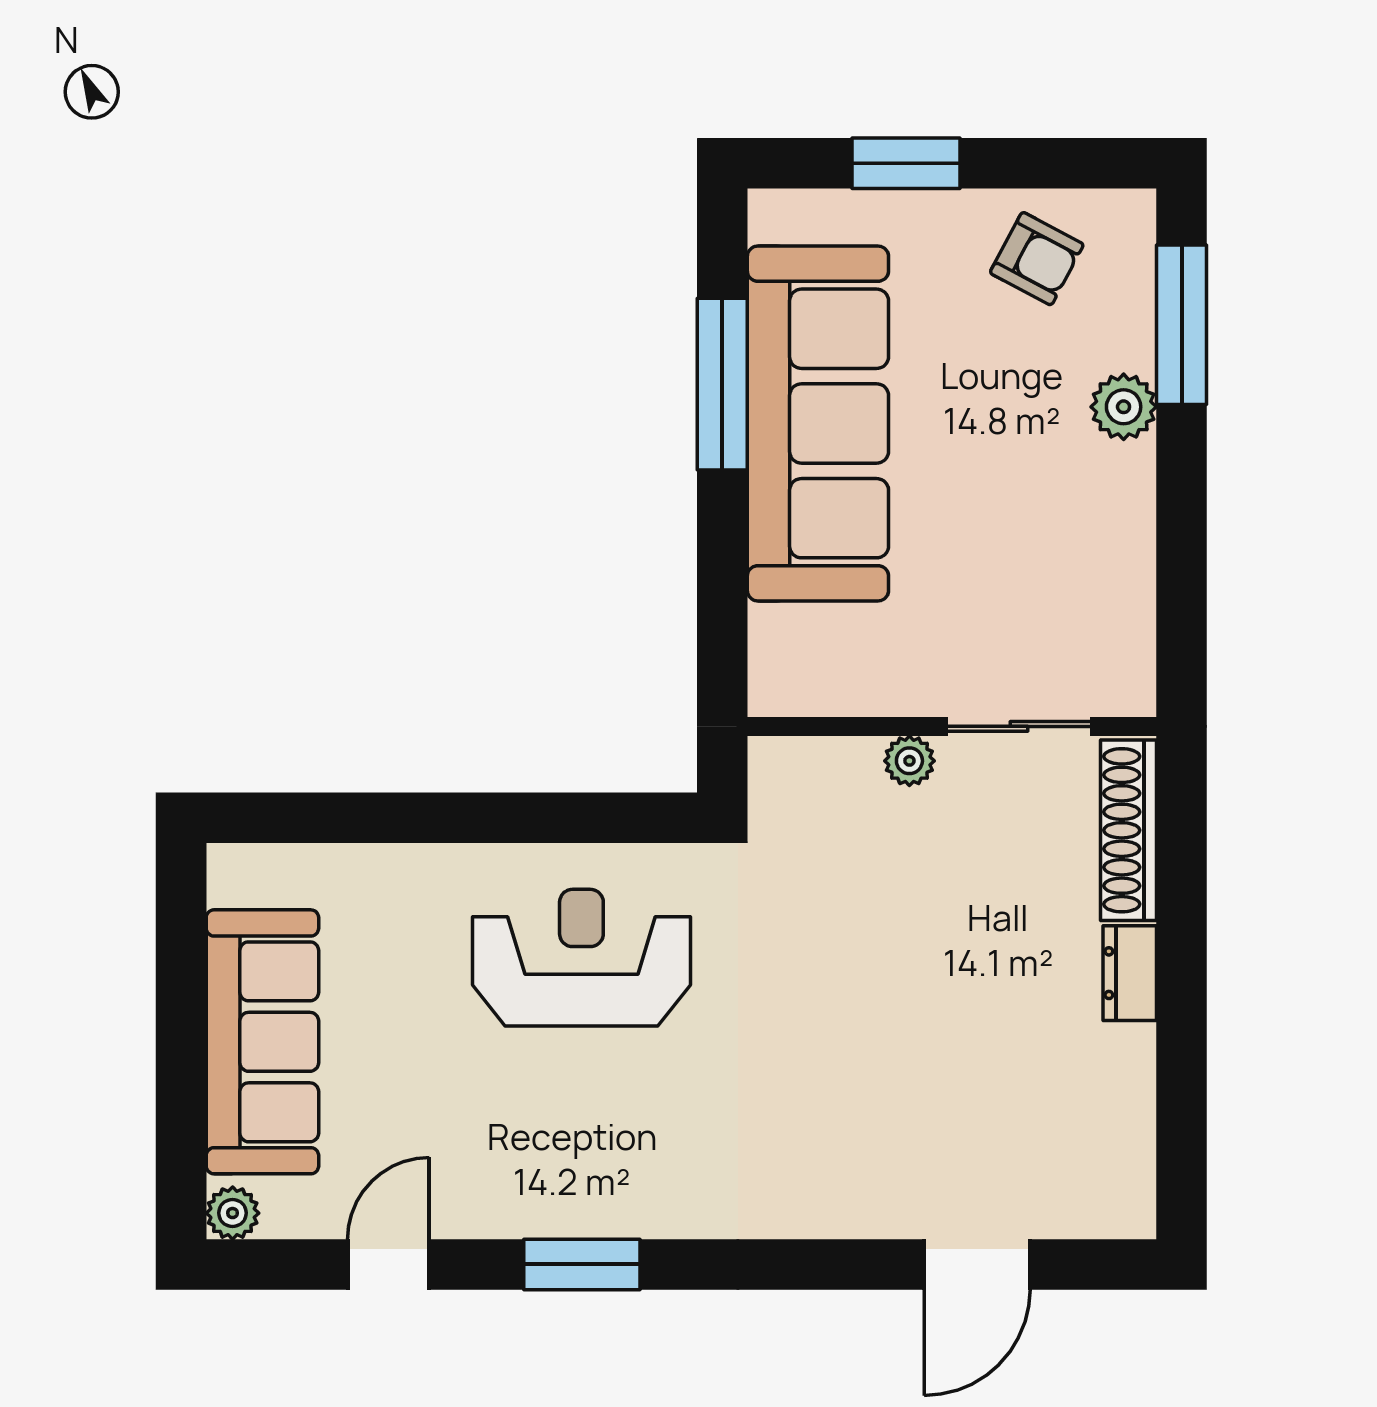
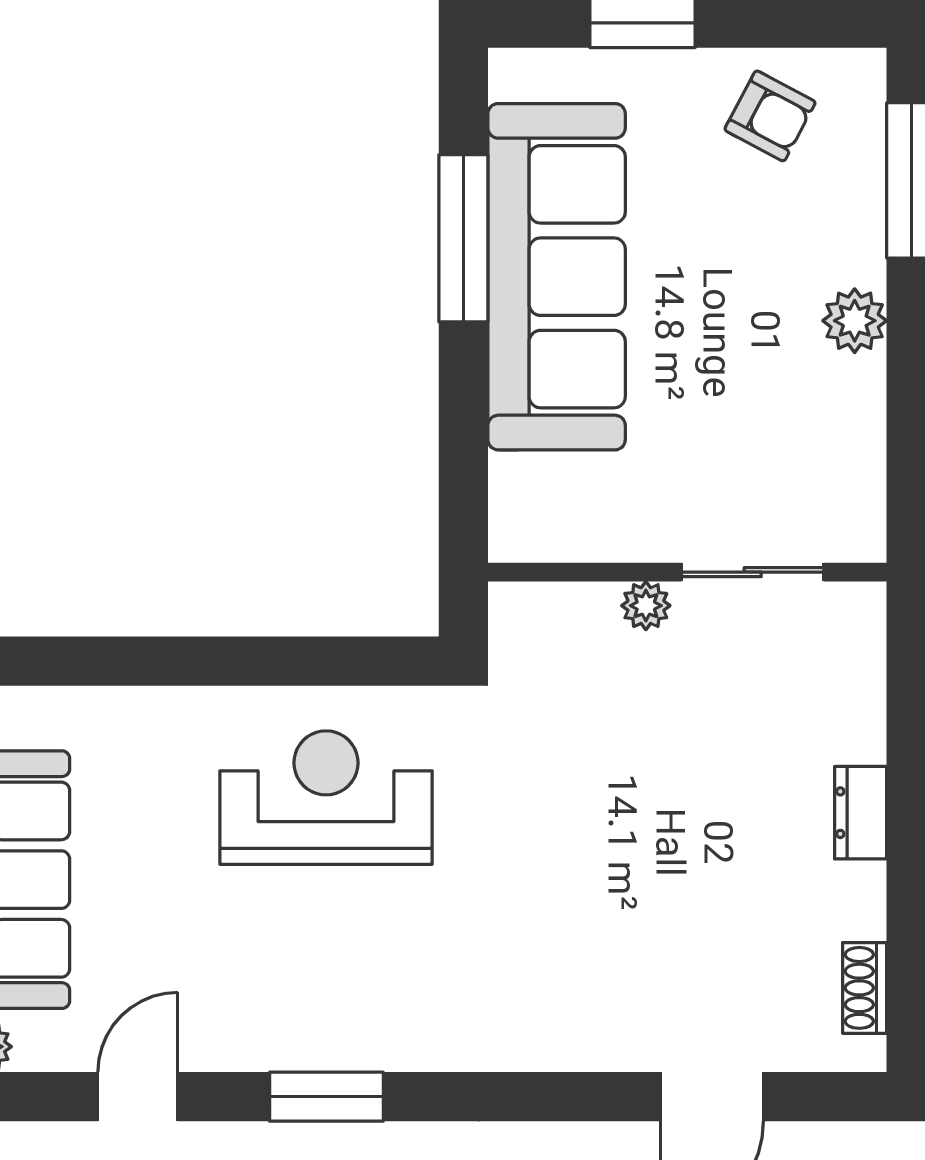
plant: (1124, 407) -> (855, 321), moved
shoe rack: (1128, 830) -> (865, 988), moved, width x0.51, depth x0.81

